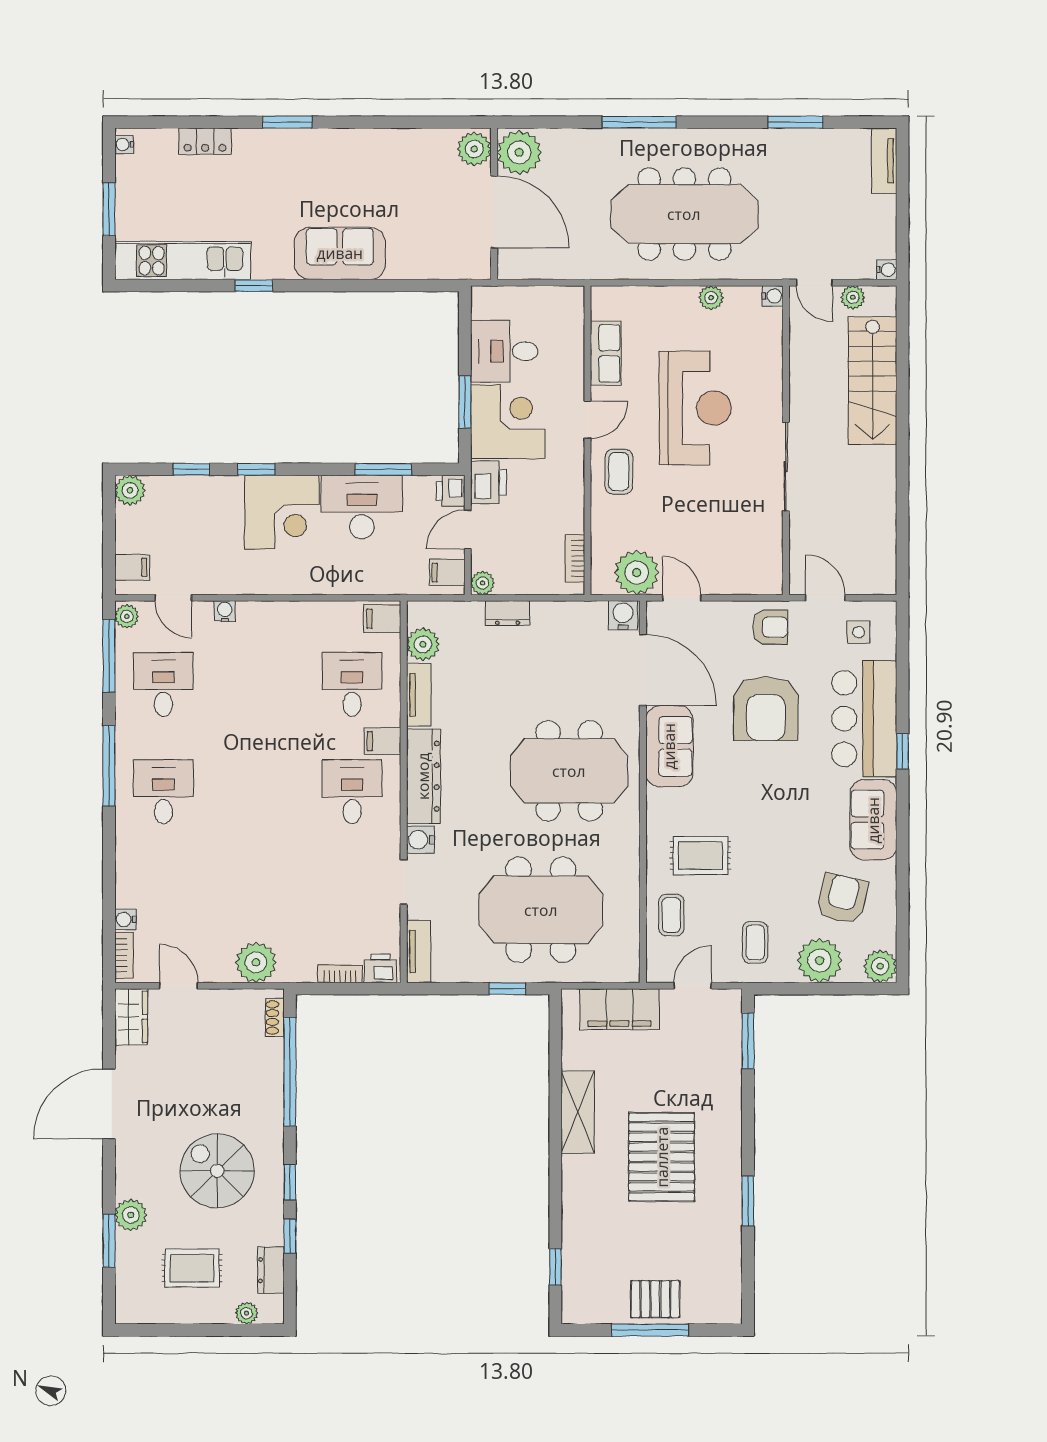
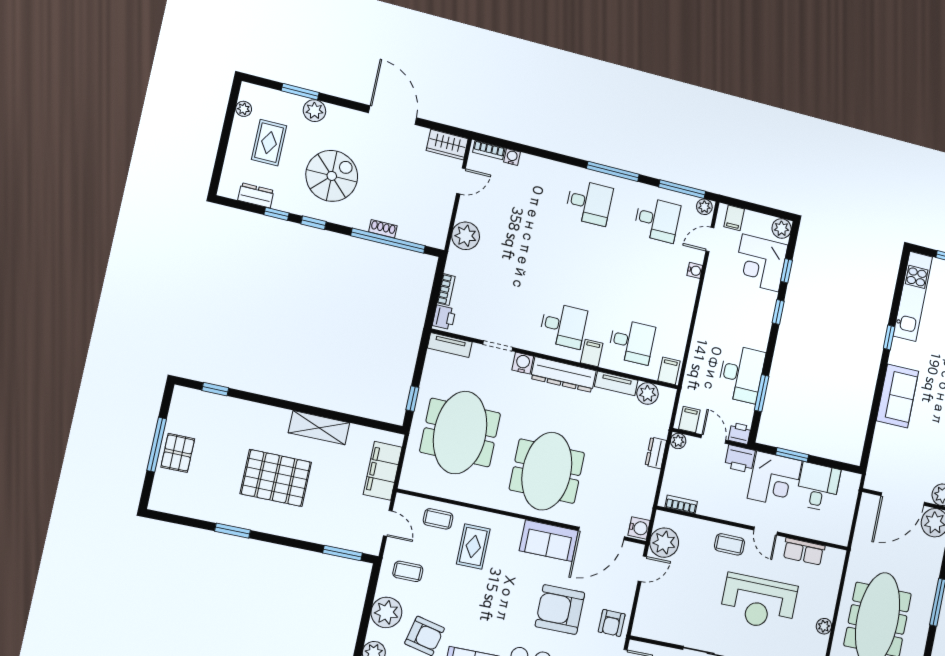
corner desk: (282, 512) -> (761, 263), moved
shoe rack: (275, 1017) -> (383, 229), moved
plant: (247, 1313) -> (244, 109), moved

